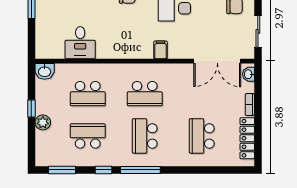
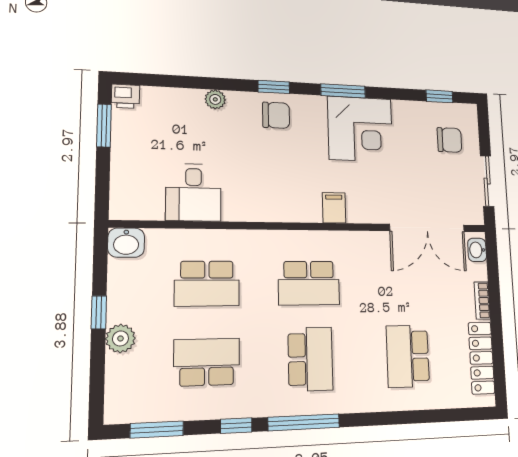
school desk: (145, 136) -> (310, 359), turned 180

